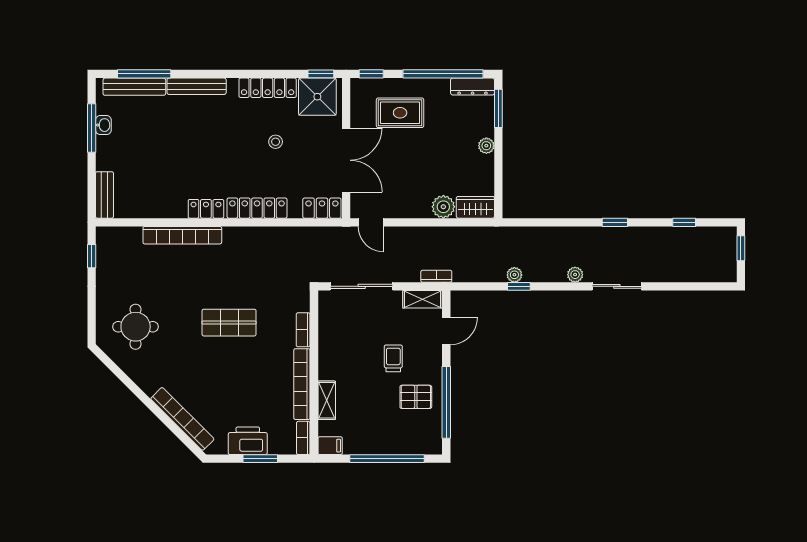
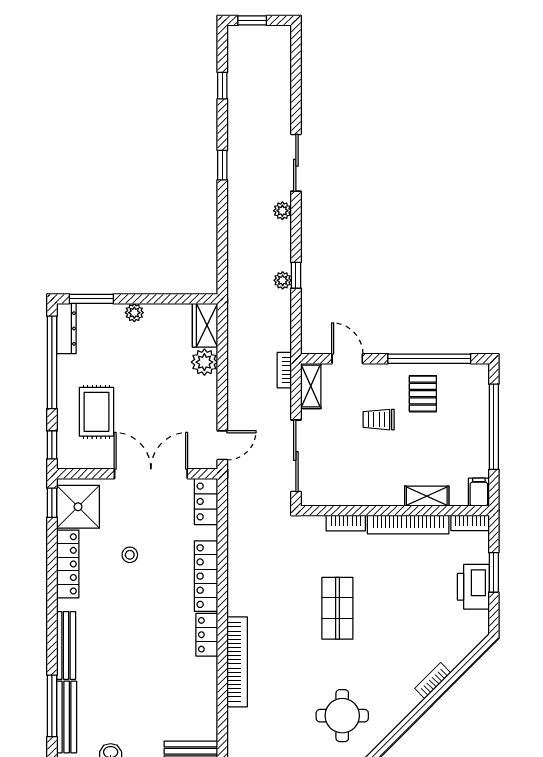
bookcase: (182, 419) -> (433, 681), width x0.43, depth x0.76

